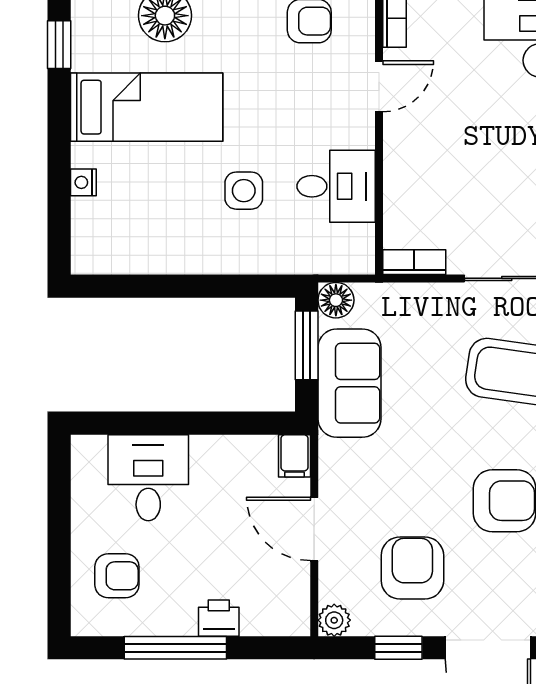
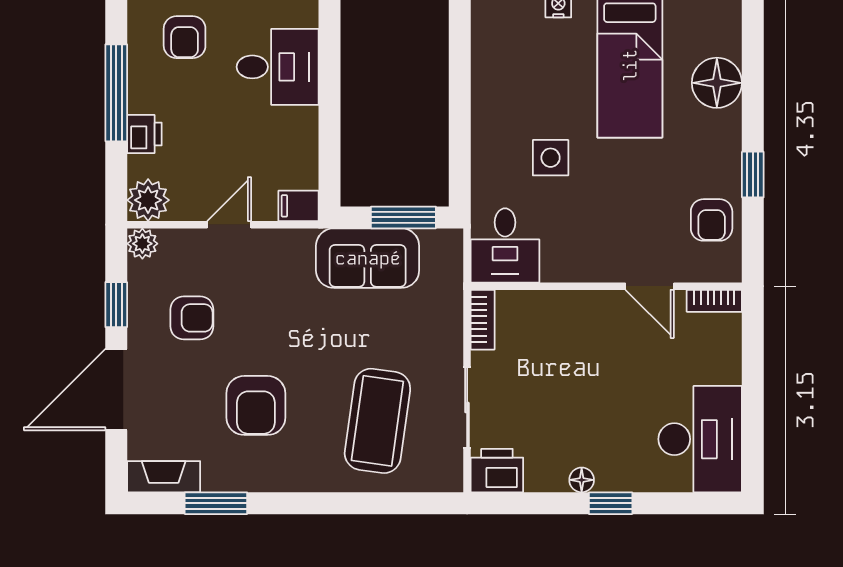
desk: (336, 186) -> (505, 245), moved
floor lamp: (336, 300) -> (446, 245), removed
door: (314, 529) -> (229, 225), width x0.73
armchair: (412, 568) -> (192, 318), width x0.72, depth x0.72
plant: (288, 614) -> (148, 200), added

